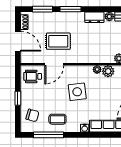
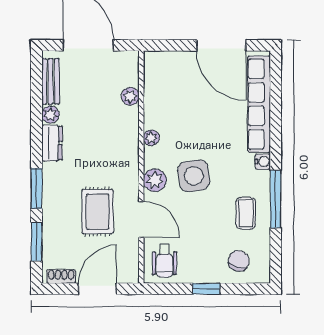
plant: (108, 71) -> (155, 180), moved
window: (49, 135) -> (276, 199), moved

